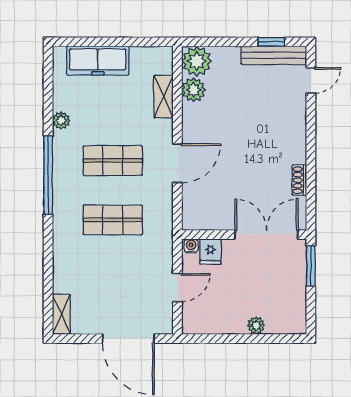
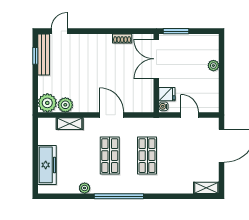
door: (311, 80) -> (59, 31), hinge flipped

